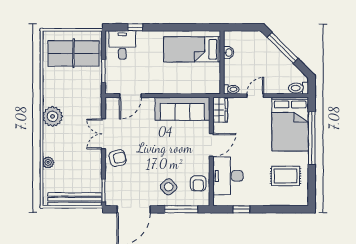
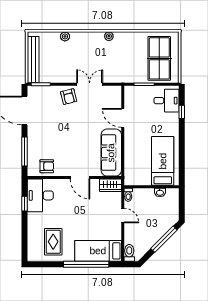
door: (130, 96) -> (123, 118), moved
plant: (53, 116) -> (109, 36), width x0.53, depth x0.53
bed: (290, 124) -> (98, 251), width x0.67
desk: (228, 176) -> (40, 195), moved, turned -90
armchair: (198, 183) -> (47, 166), turned 180
side table: (169, 187) -> (44, 141), removed

